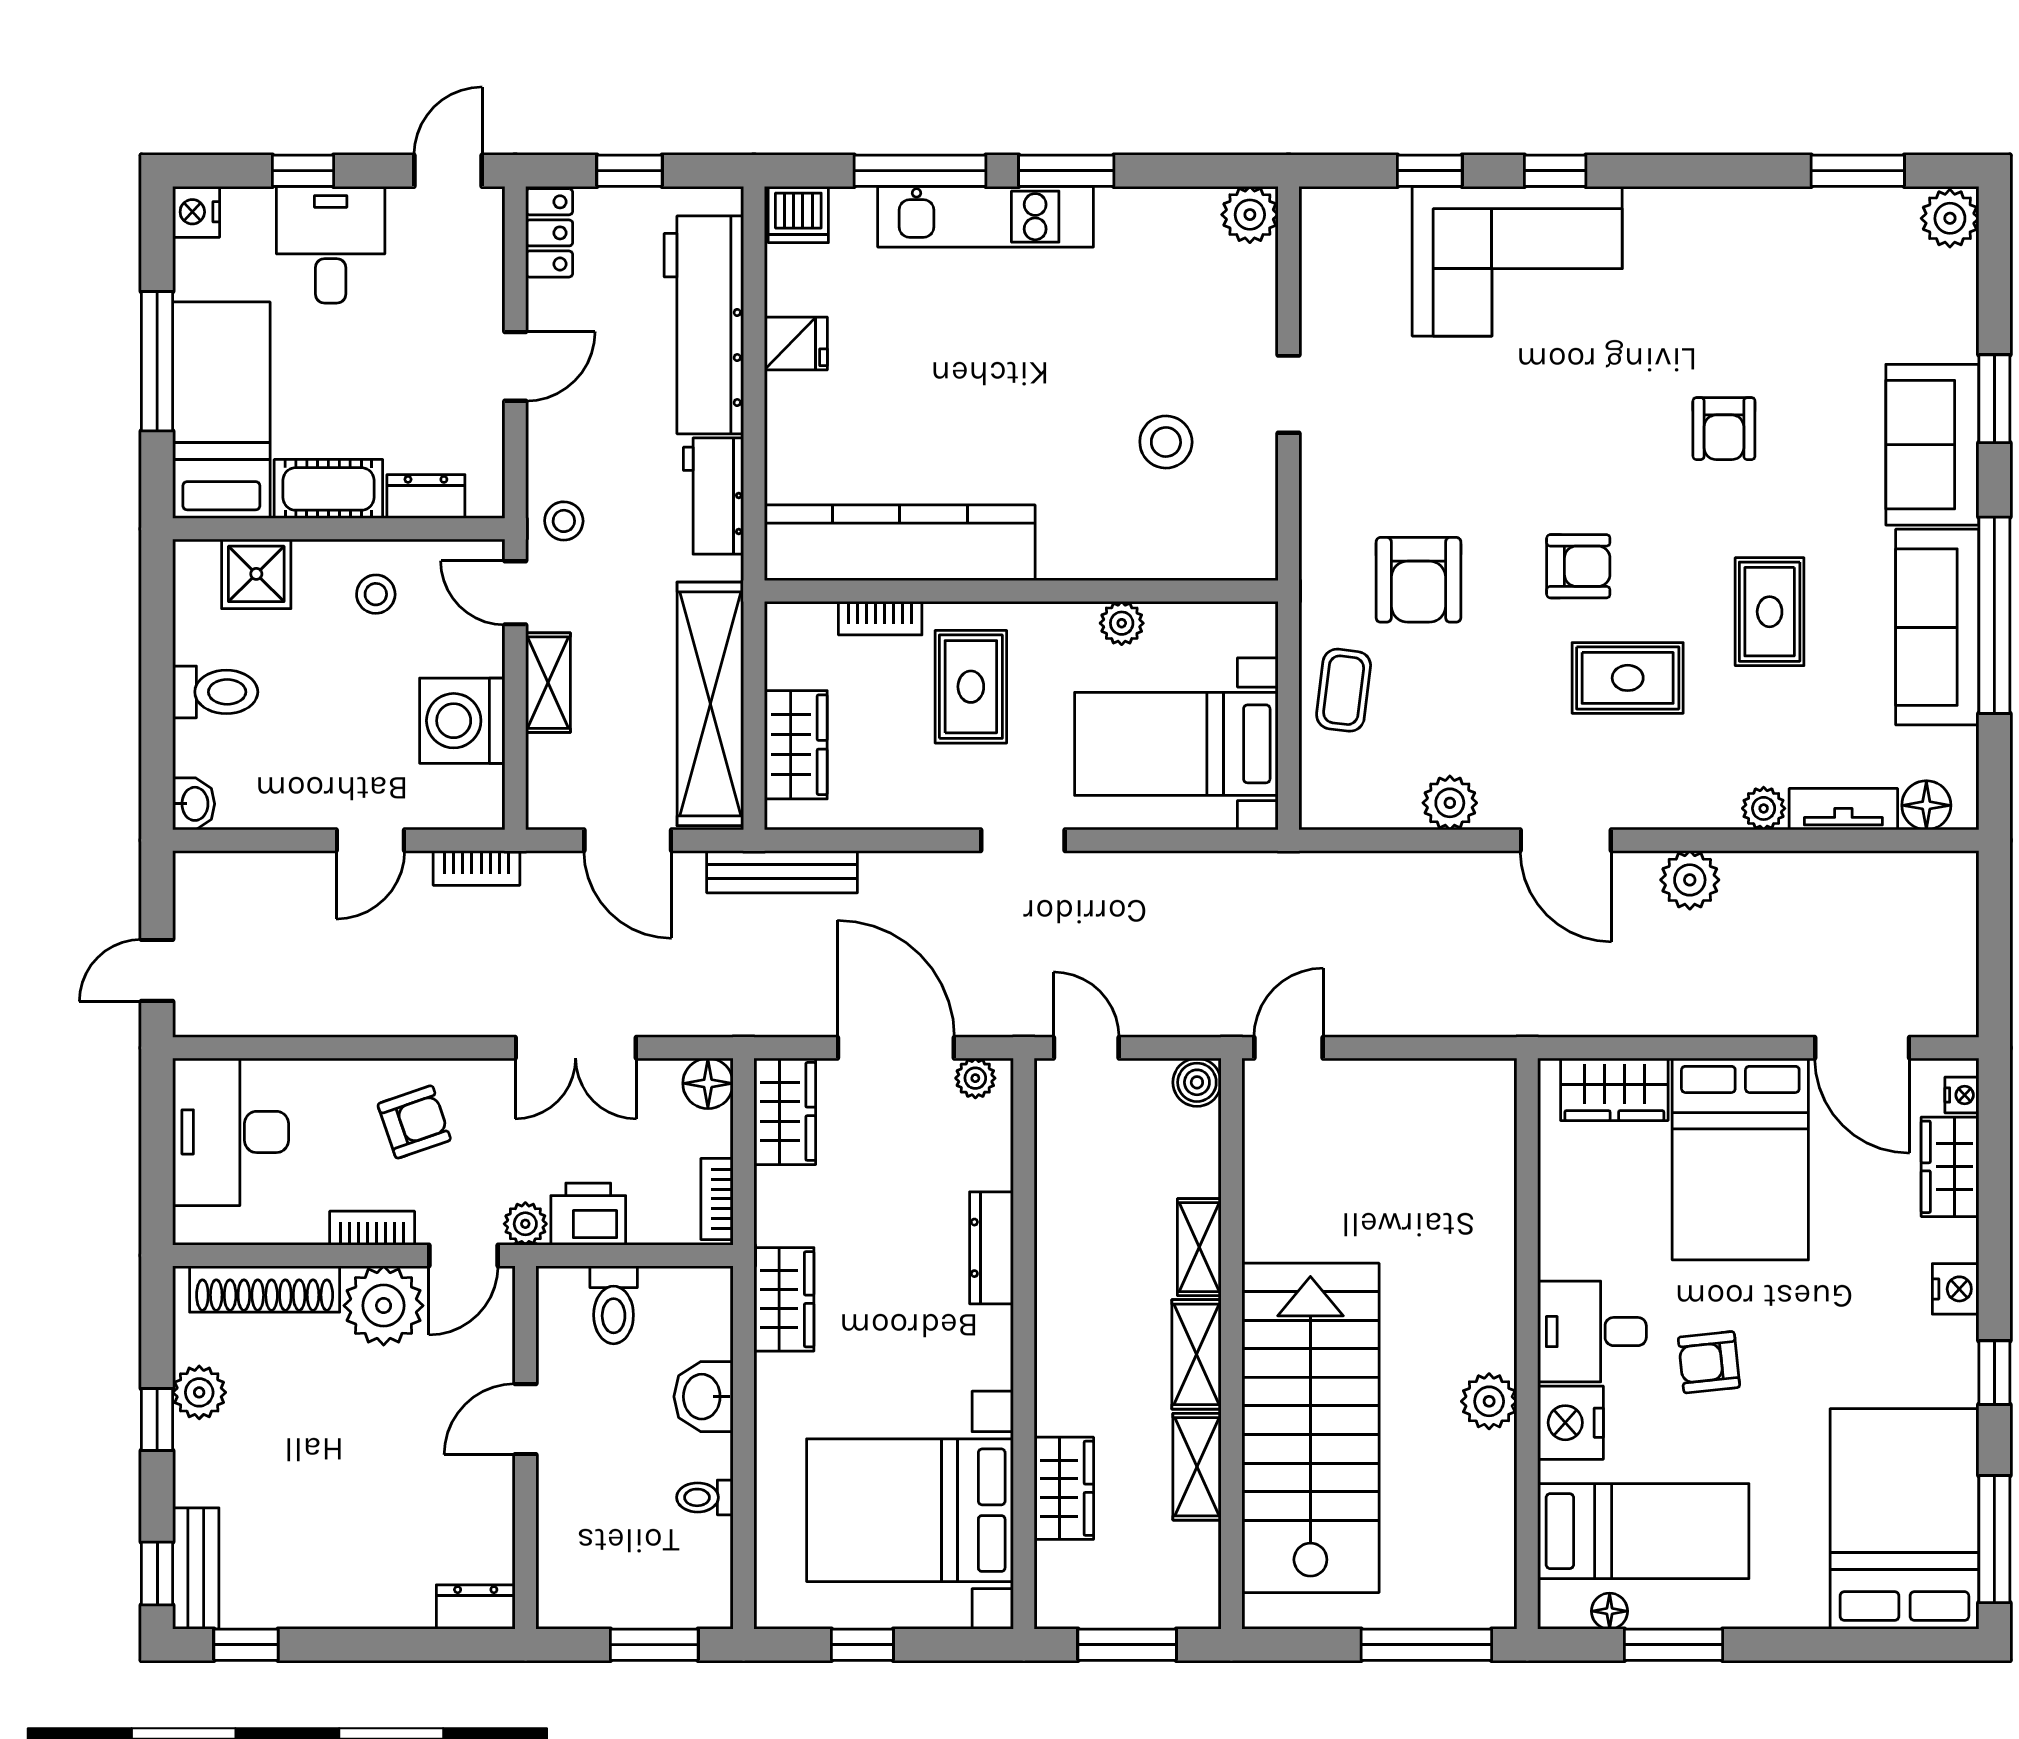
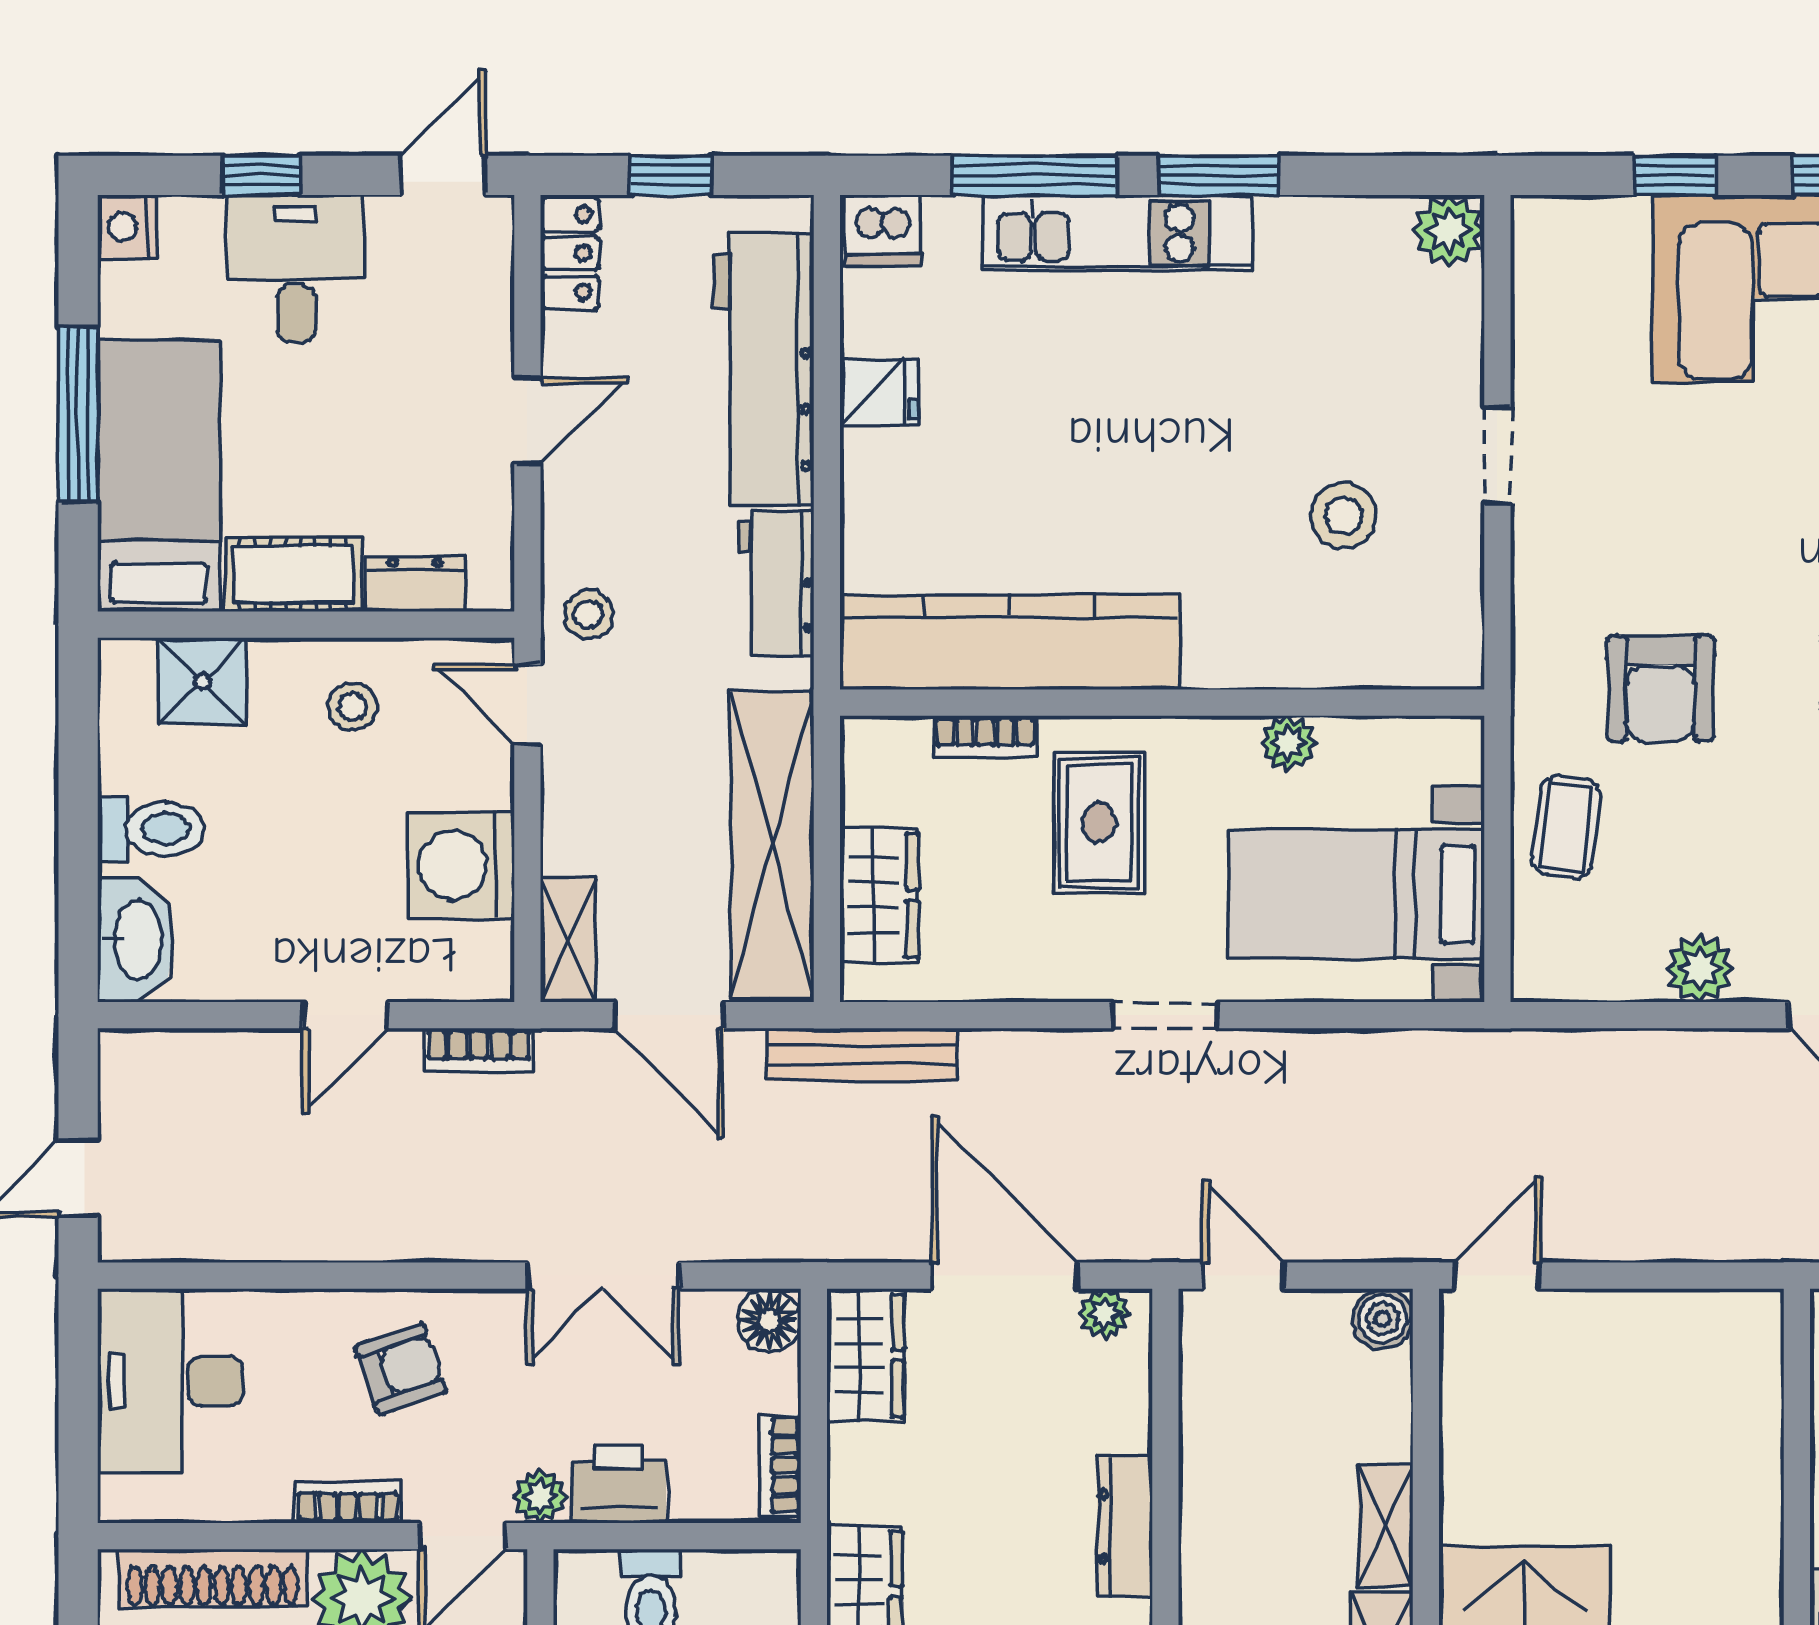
shelving: (548, 683) -> (568, 940), moved
washbasin: (194, 804) -> (136, 940), width x1.91, depth x1.45

